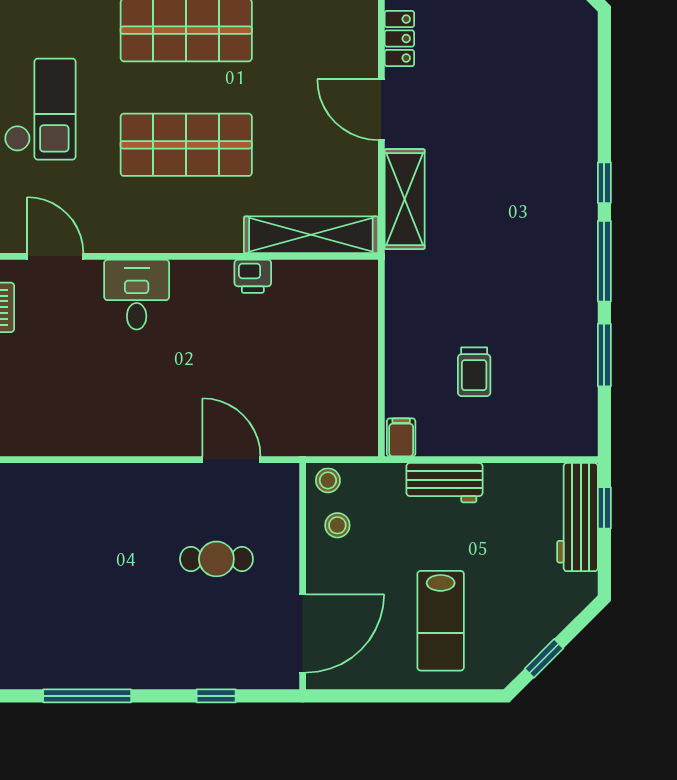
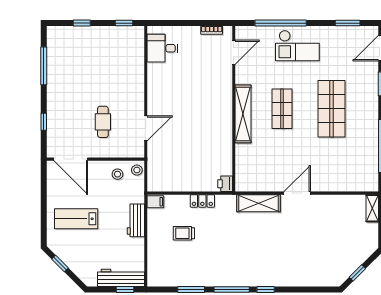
locker: (399, 39) -> (202, 201), moved
shop shelf: (186, 145) -> (282, 109), width x0.70, depth x0.74
shelving: (311, 235) -> (243, 114), moved
printer: (253, 276) -> (225, 184), moved
desk: (137, 295) -> (162, 48), moved, turned 180

